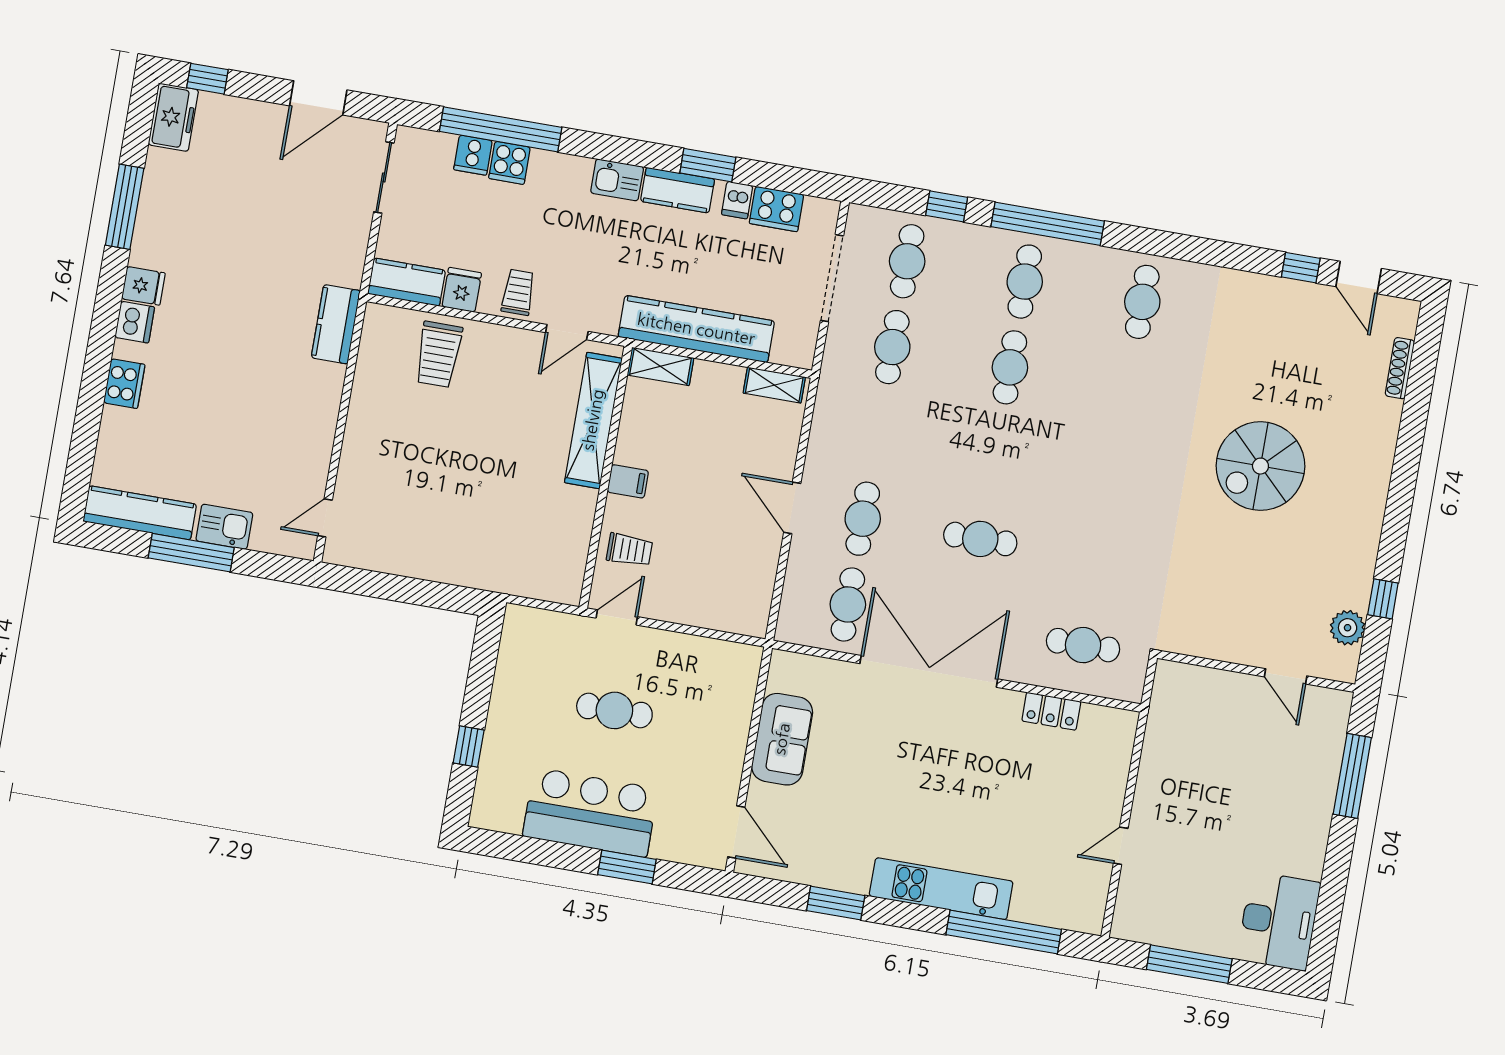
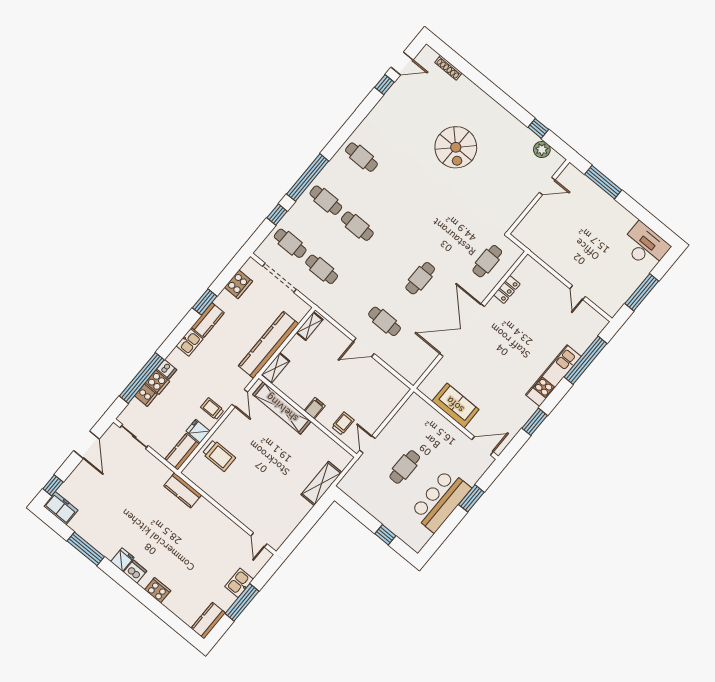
dishwasher: (737, 200) -> (167, 369), moved
kitchen counter: (140, 513) -> (208, 621), width x0.67
shelving: (496, 574) -> (321, 484), added
cafe table: (848, 604) -> (416, 347), removed

